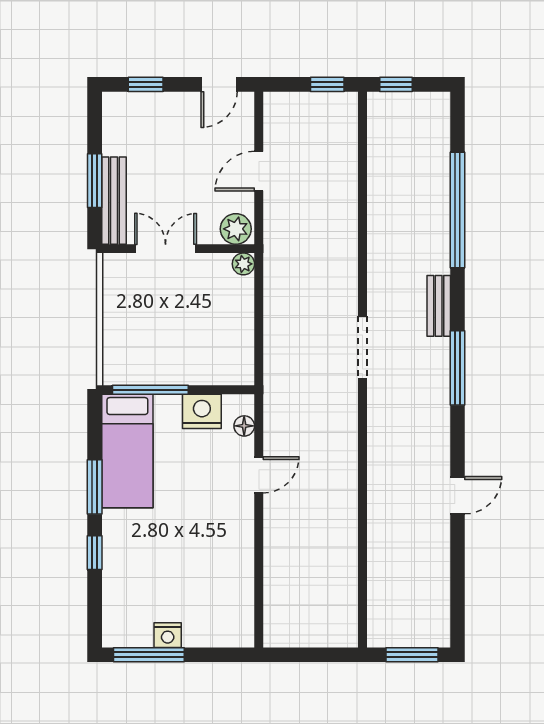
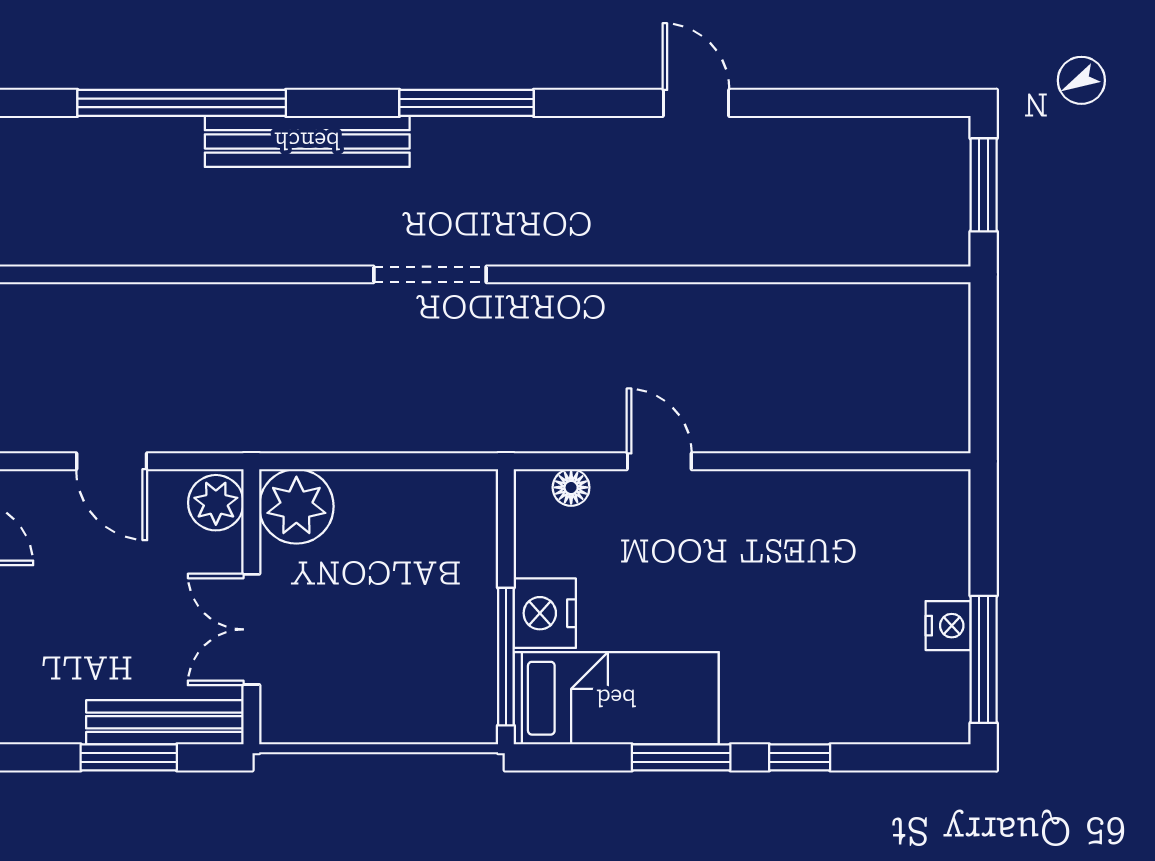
plant: (243, 264) -> (296, 506), width x1.88, depth x1.88
bench: (439, 306) -> (307, 141), width x1.86, depth x1.21
nightstand: (202, 411) -> (545, 613), moved

